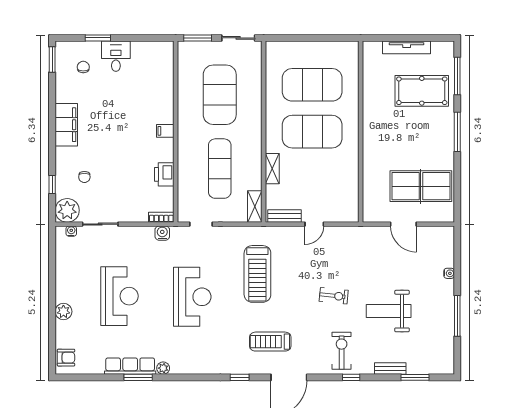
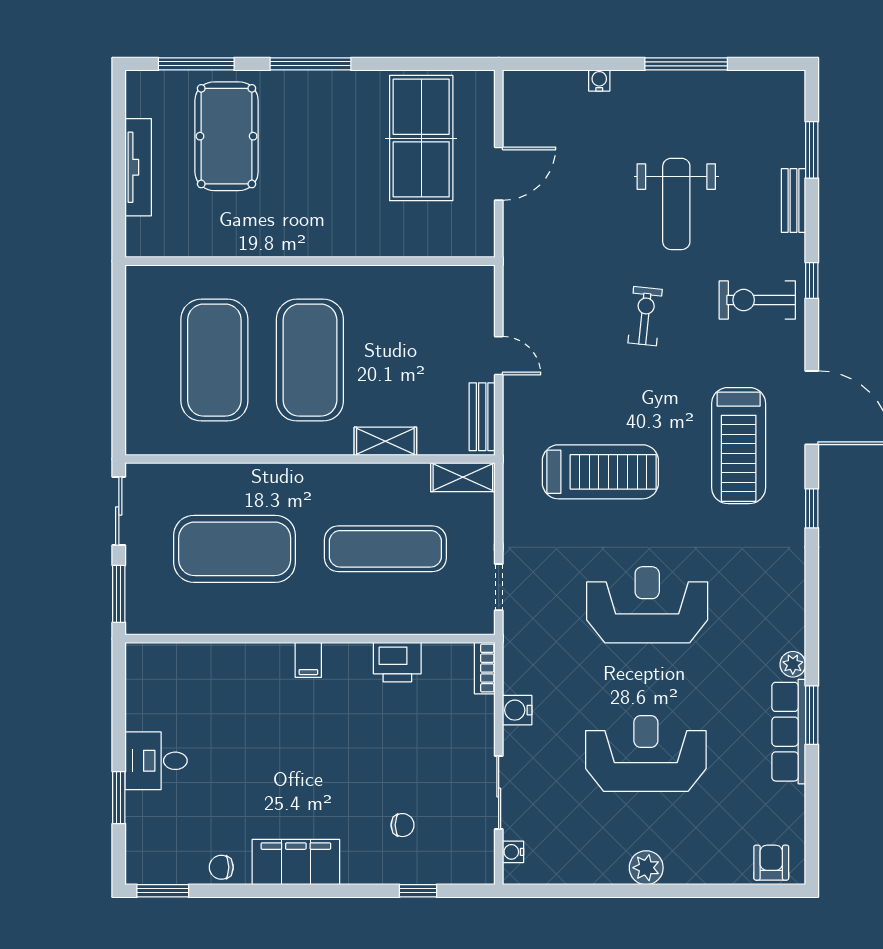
chair: (83, 67) -> (221, 867), moved
plant: (67, 210) -> (471, 860), removed
water cooler: (162, 233) -> (517, 710), moved
plant: (63, 312) -> (646, 868), moved
treadmill: (270, 342) -> (739, 446), width x1.37, depth x1.38

